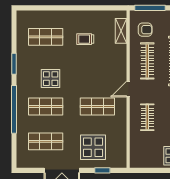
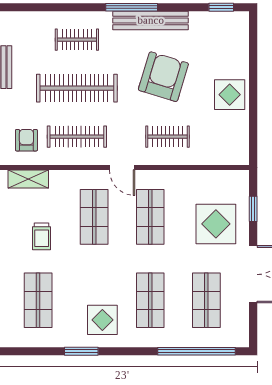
shop shelf: (97, 72) -> (94, 217), added
display table: (51, 79) -> (102, 320), moved
window: (14, 109) -> (196, 351), moved

